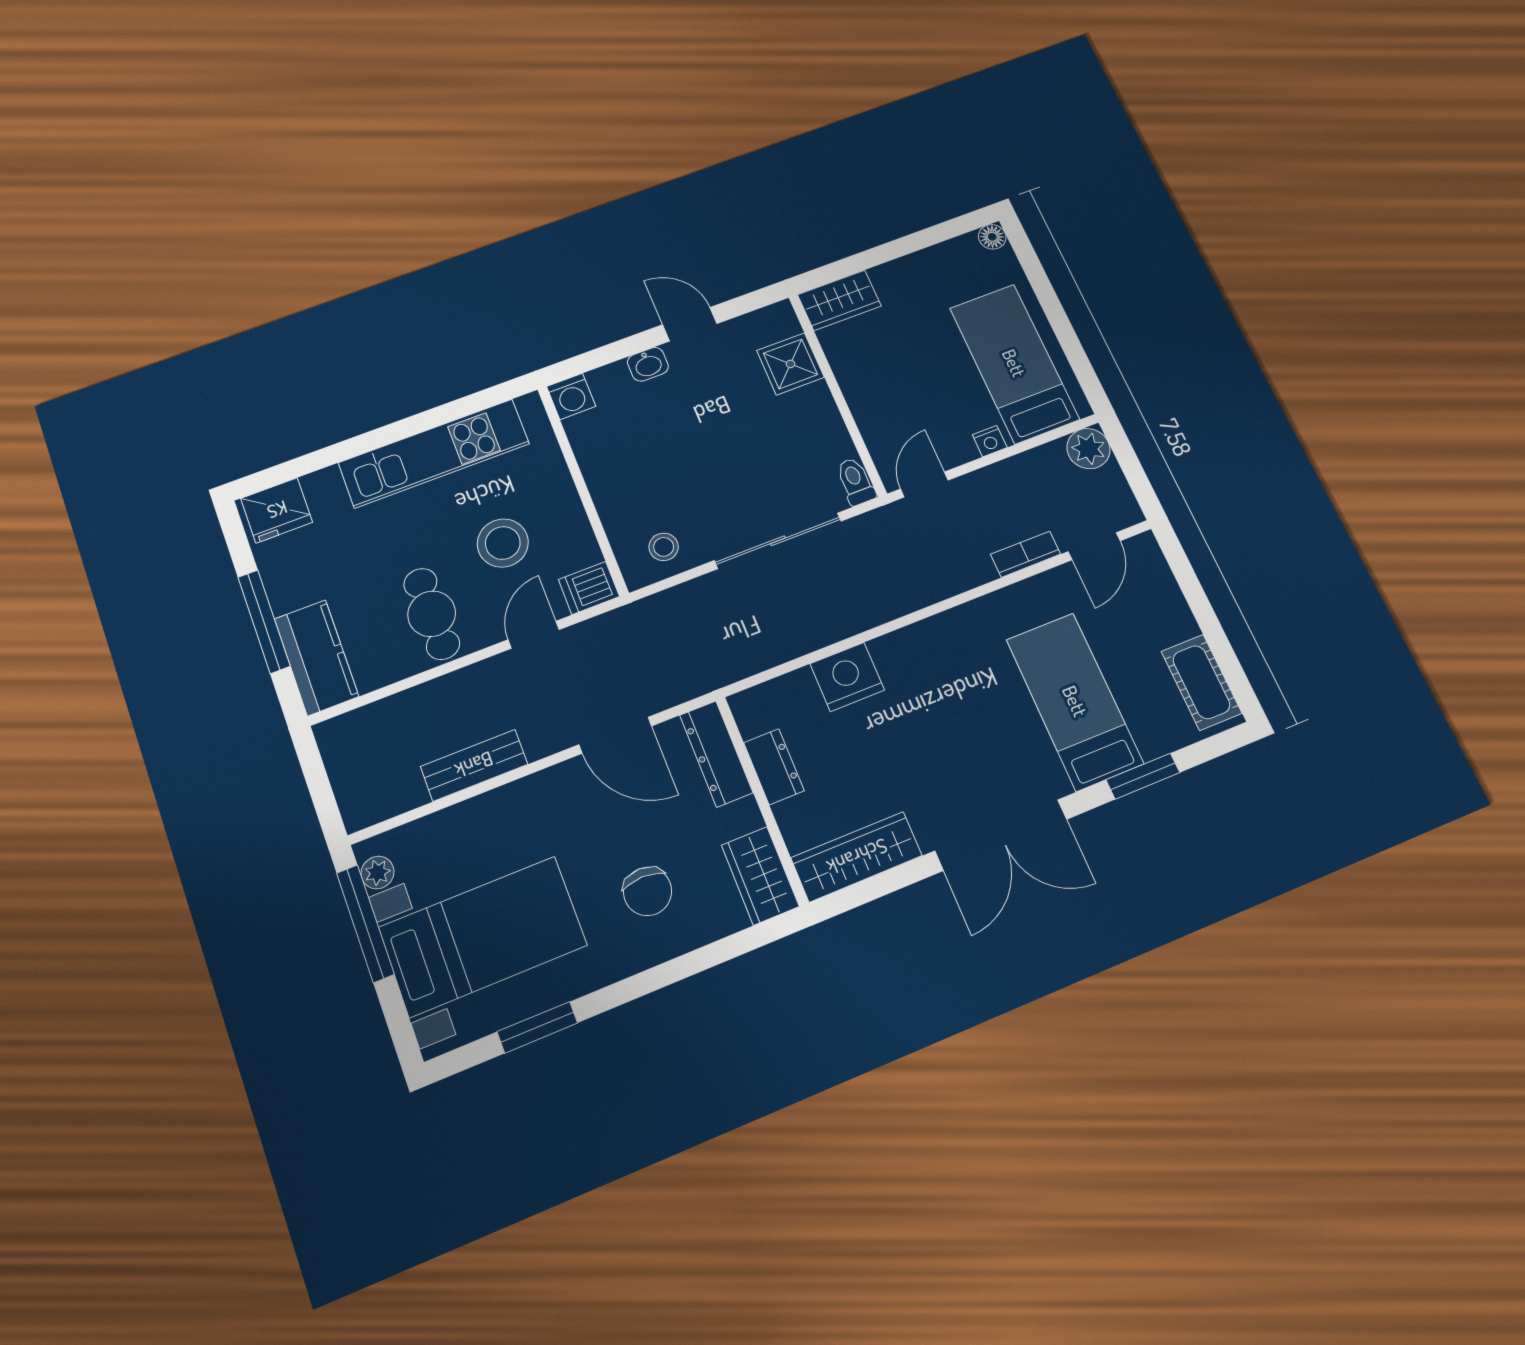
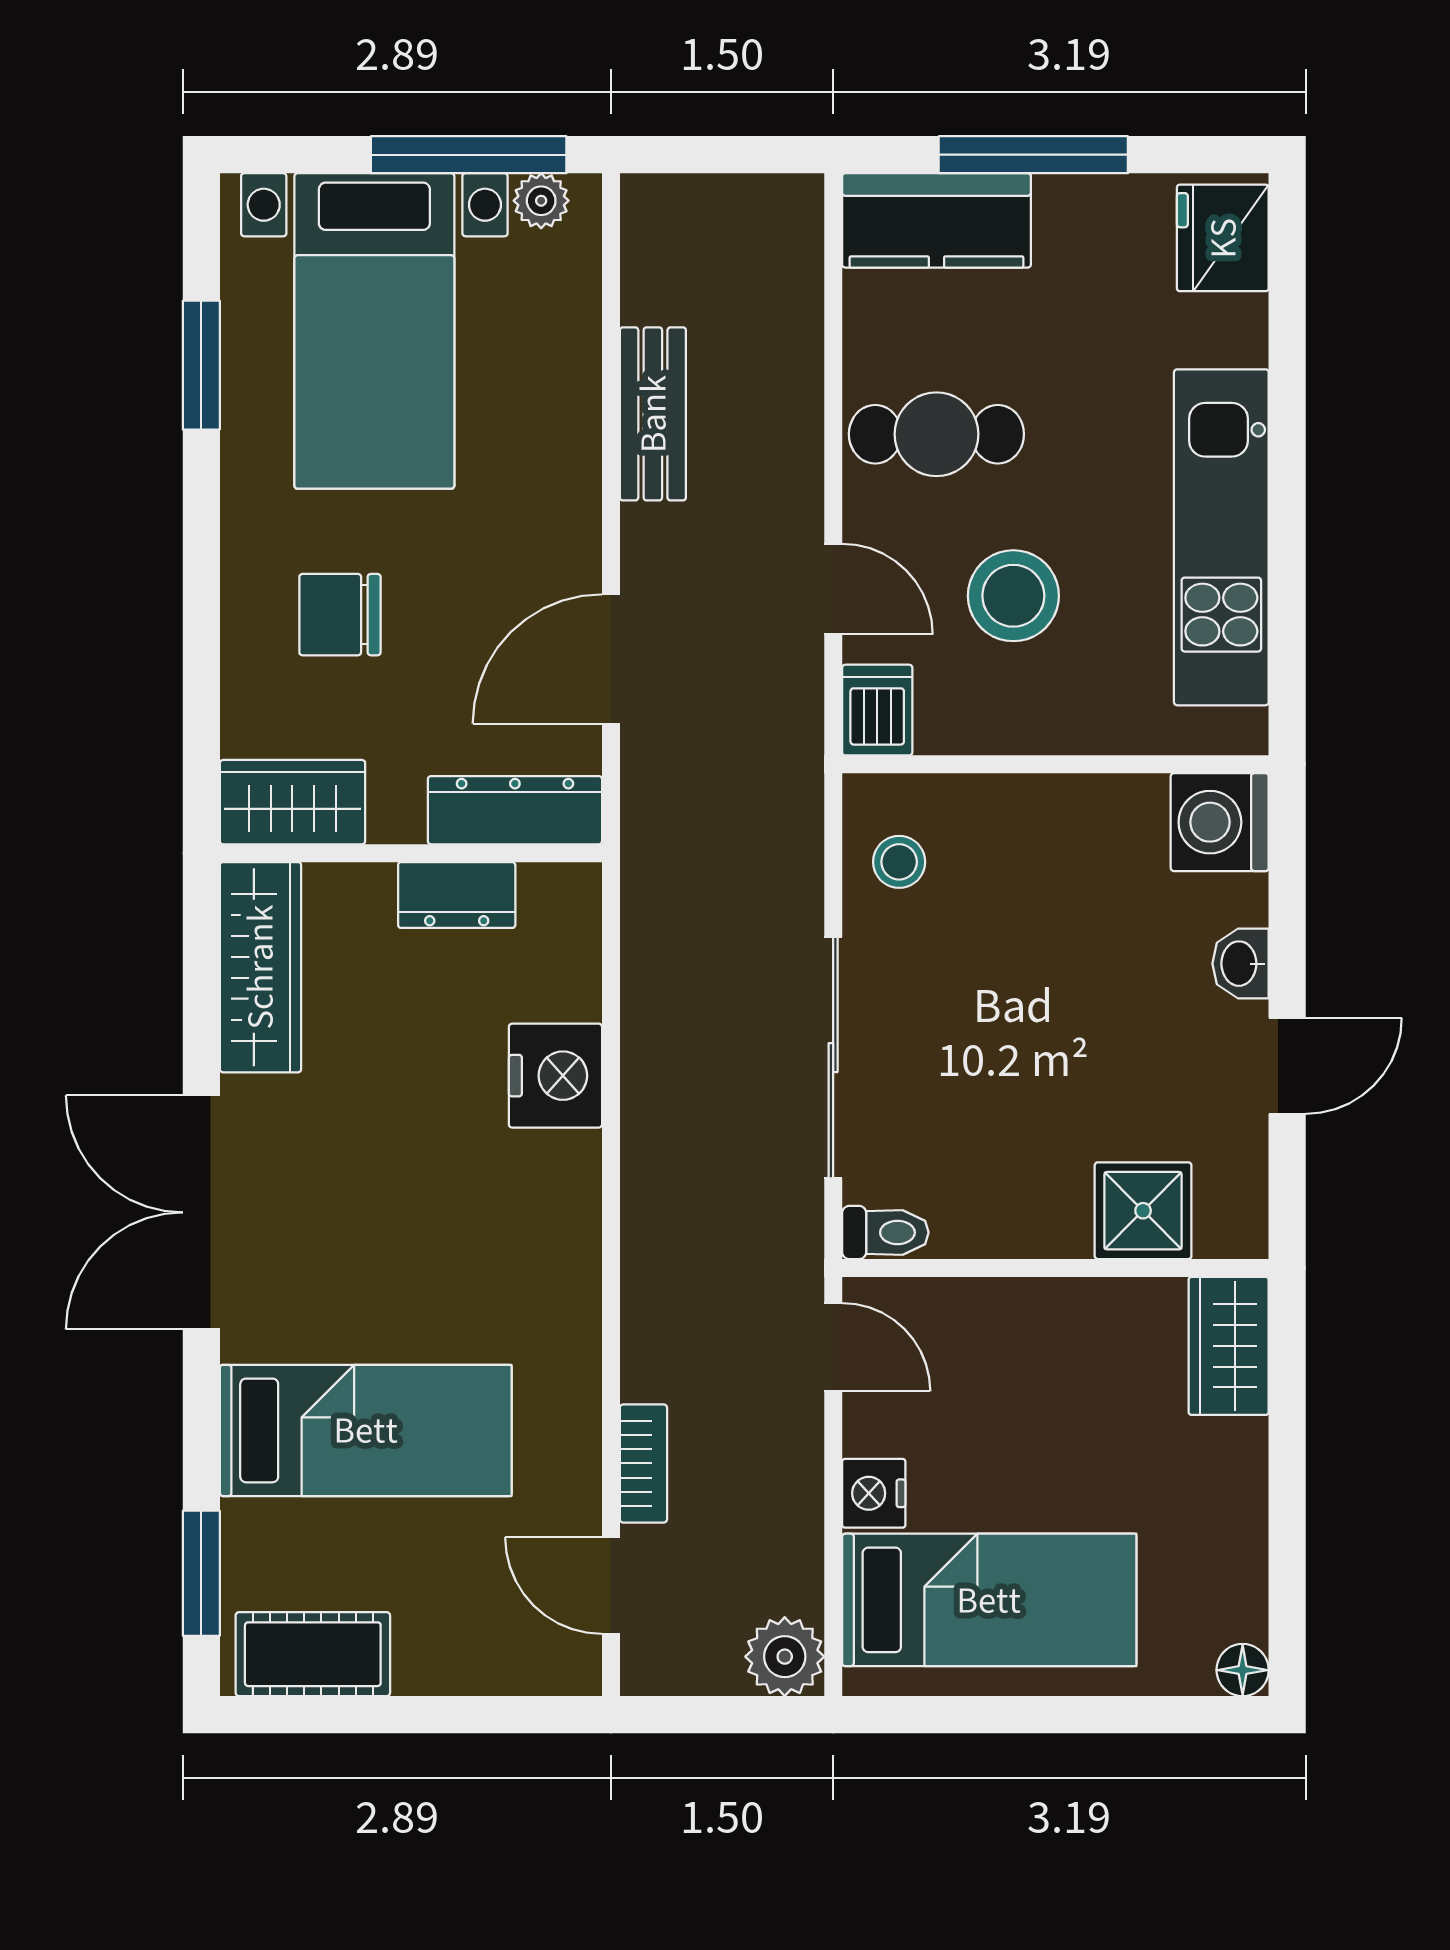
washing machine: (571, 396) -> (1220, 822), width x1.38, depth x1.38
nightstand: (990, 441) -> (874, 1493), width x1.39, depth x1.35
window: (1143, 776) -> (201, 1573), moved

